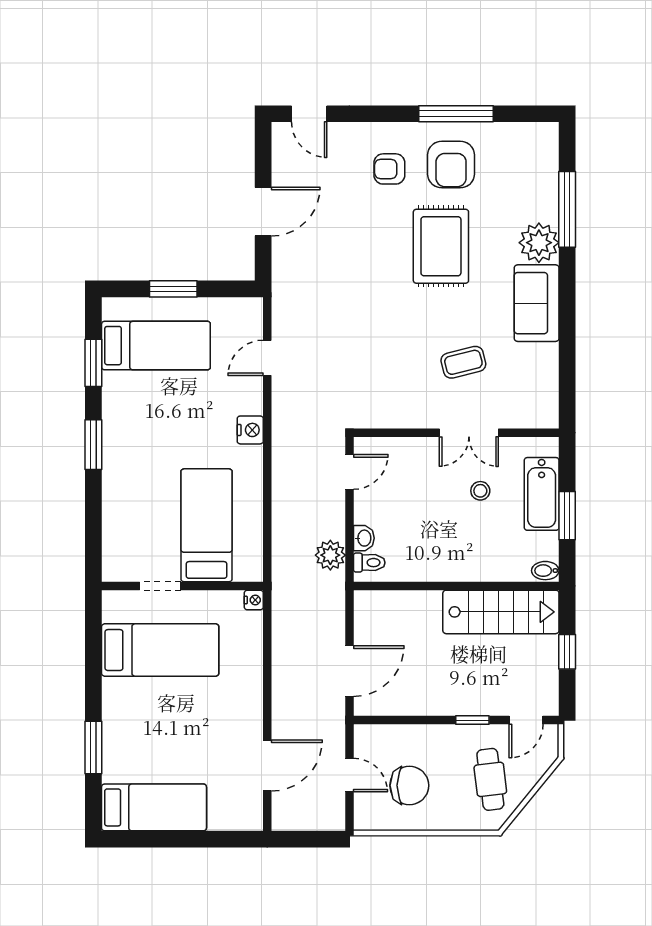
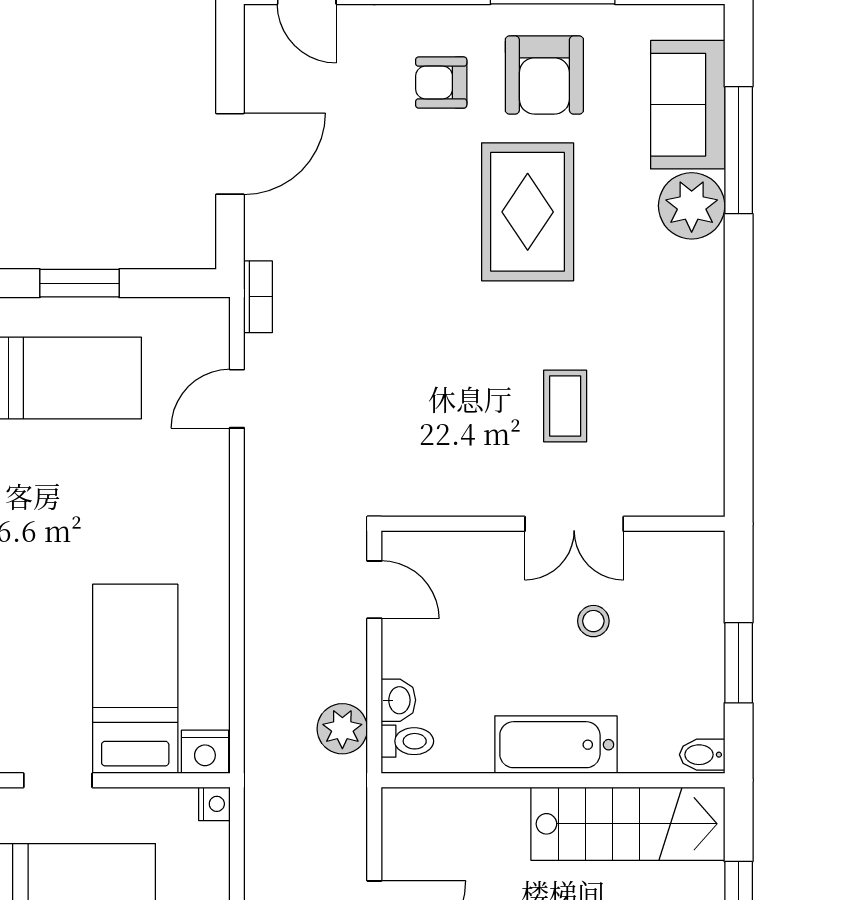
bookcase: (280, 297) -> (258, 297), added
sofa: (537, 303) -> (688, 105), moved
coffee table: (463, 362) -> (565, 406), turned -76
nightstand: (250, 430) -> (205, 752), moved, turned 90
door: (349, 472) -> (374, 590), hinge flipped
bathtub: (542, 494) -> (556, 745), moved, turned 90

